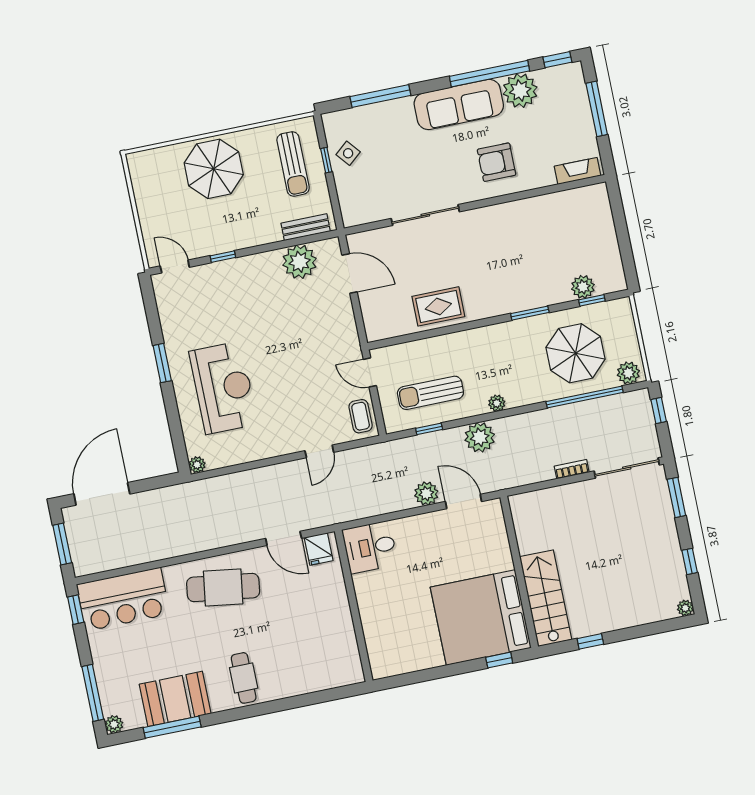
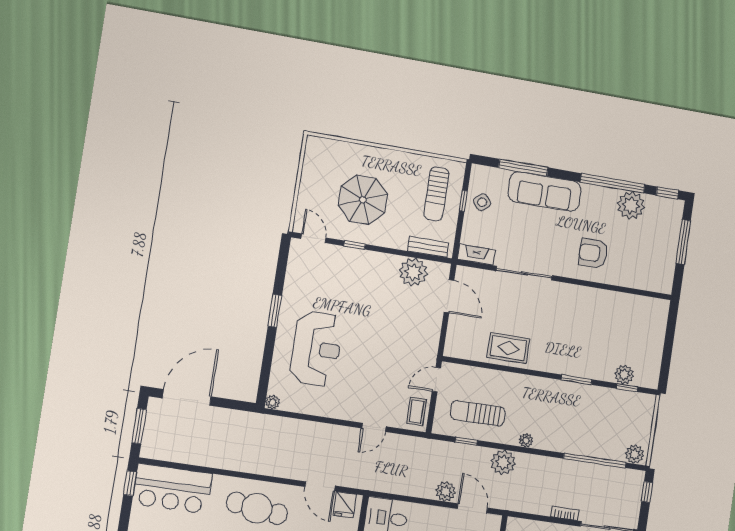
sofa: (459, 104) -> (545, 191), moved
parasol: (214, 169) -> (363, 200), moved
fireplace: (578, 171) -> (476, 255), moved
parasol: (576, 353) -> (600, 424), removed
door: (370, 372) -> (436, 380), hinge flipped

